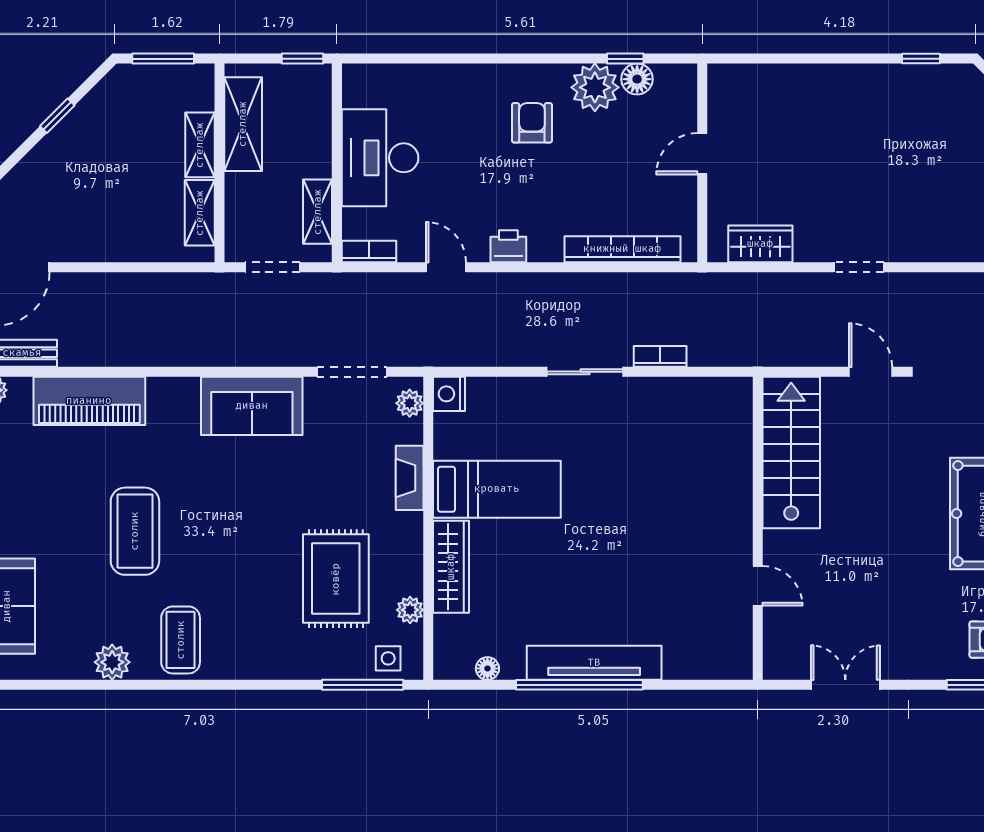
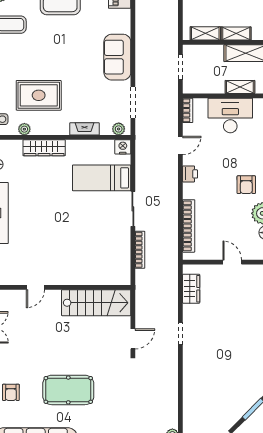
armchair: (532, 123) -> (246, 185), turned 90
shelving: (318, 212) -> (240, 87), moved
bookcase: (660, 356) -> (140, 250), width x1.56
bed: (497, 489) -> (102, 178), moved, turned 90

